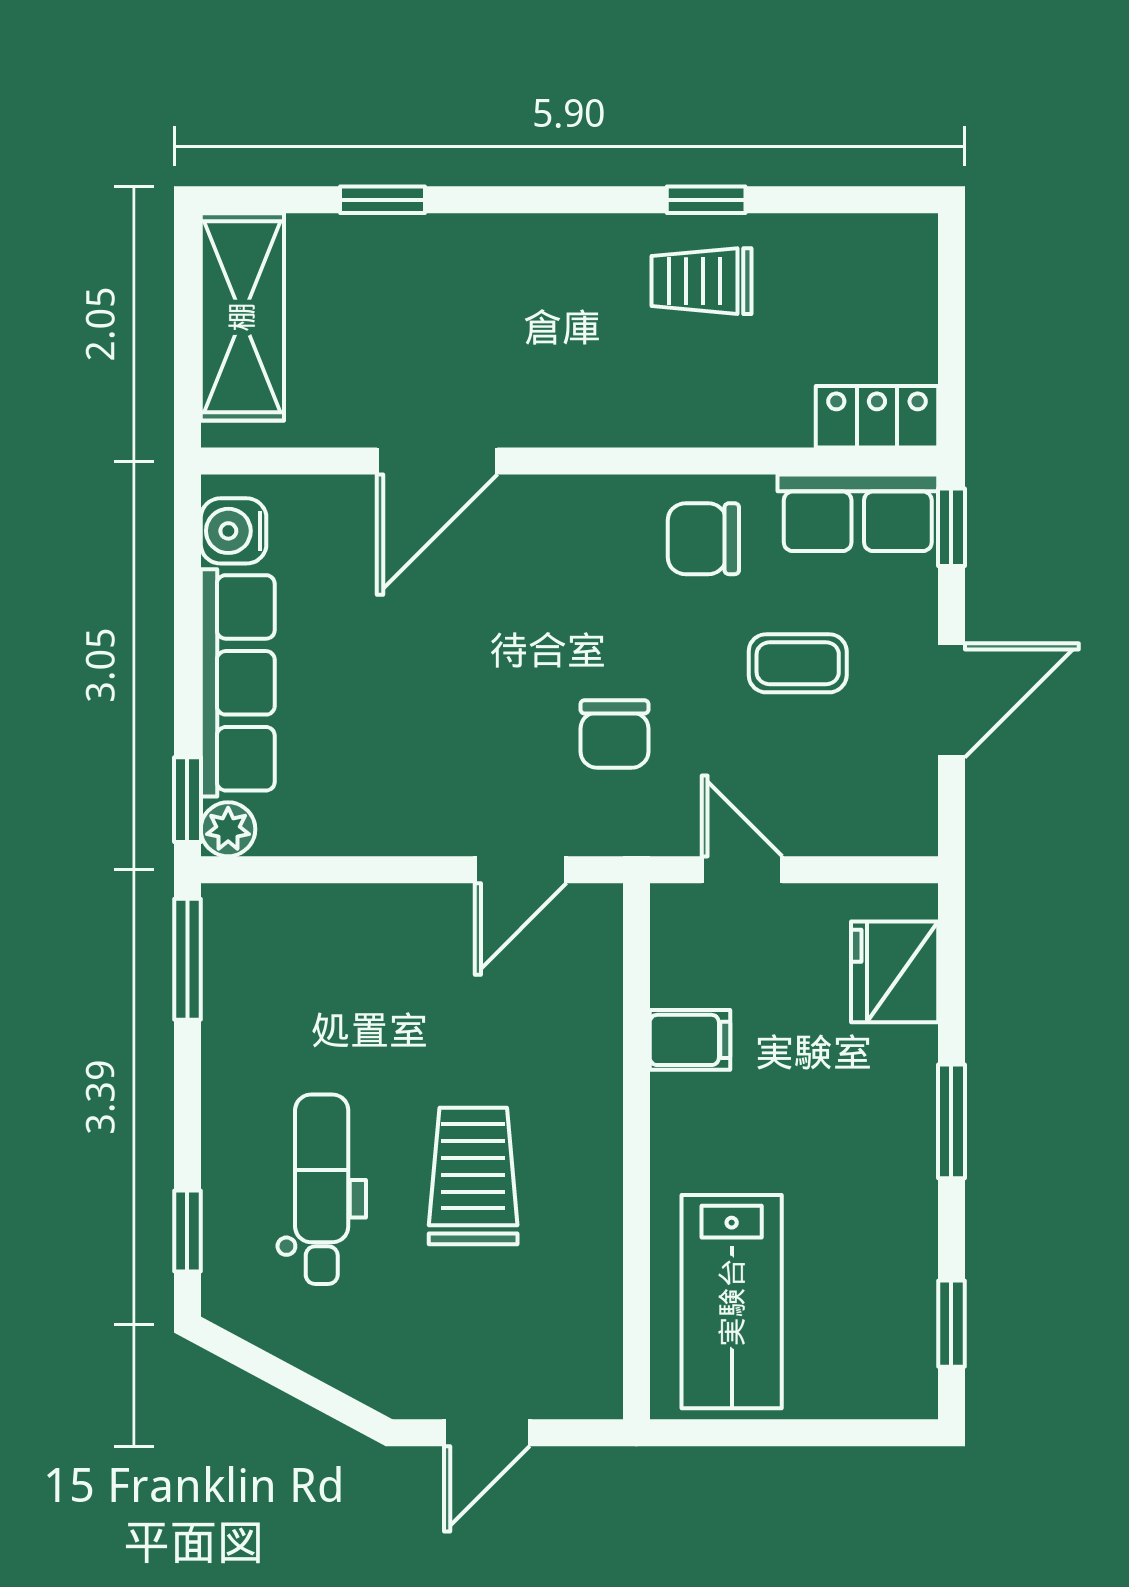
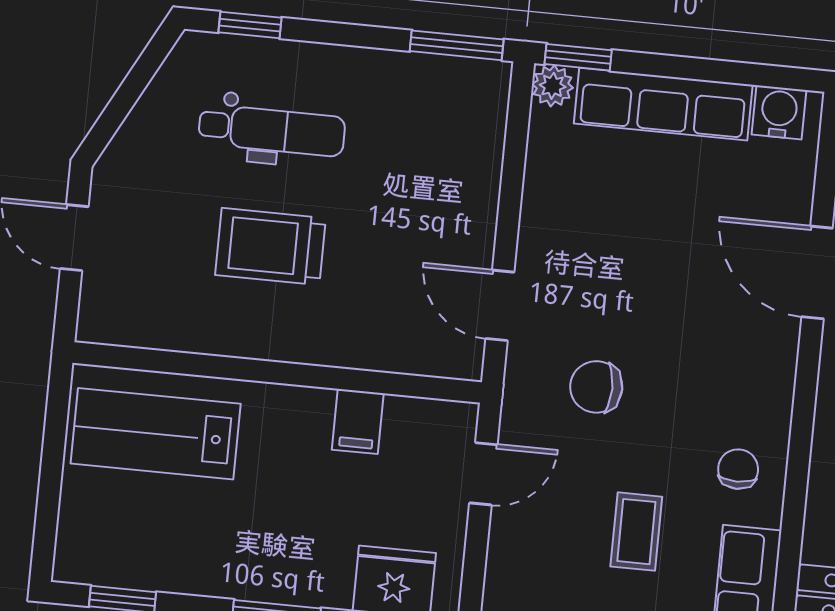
chair: (703, 539) -> (738, 469), width x0.73, depth x0.73
trolley: (473, 1176) -> (271, 246), turned 180

